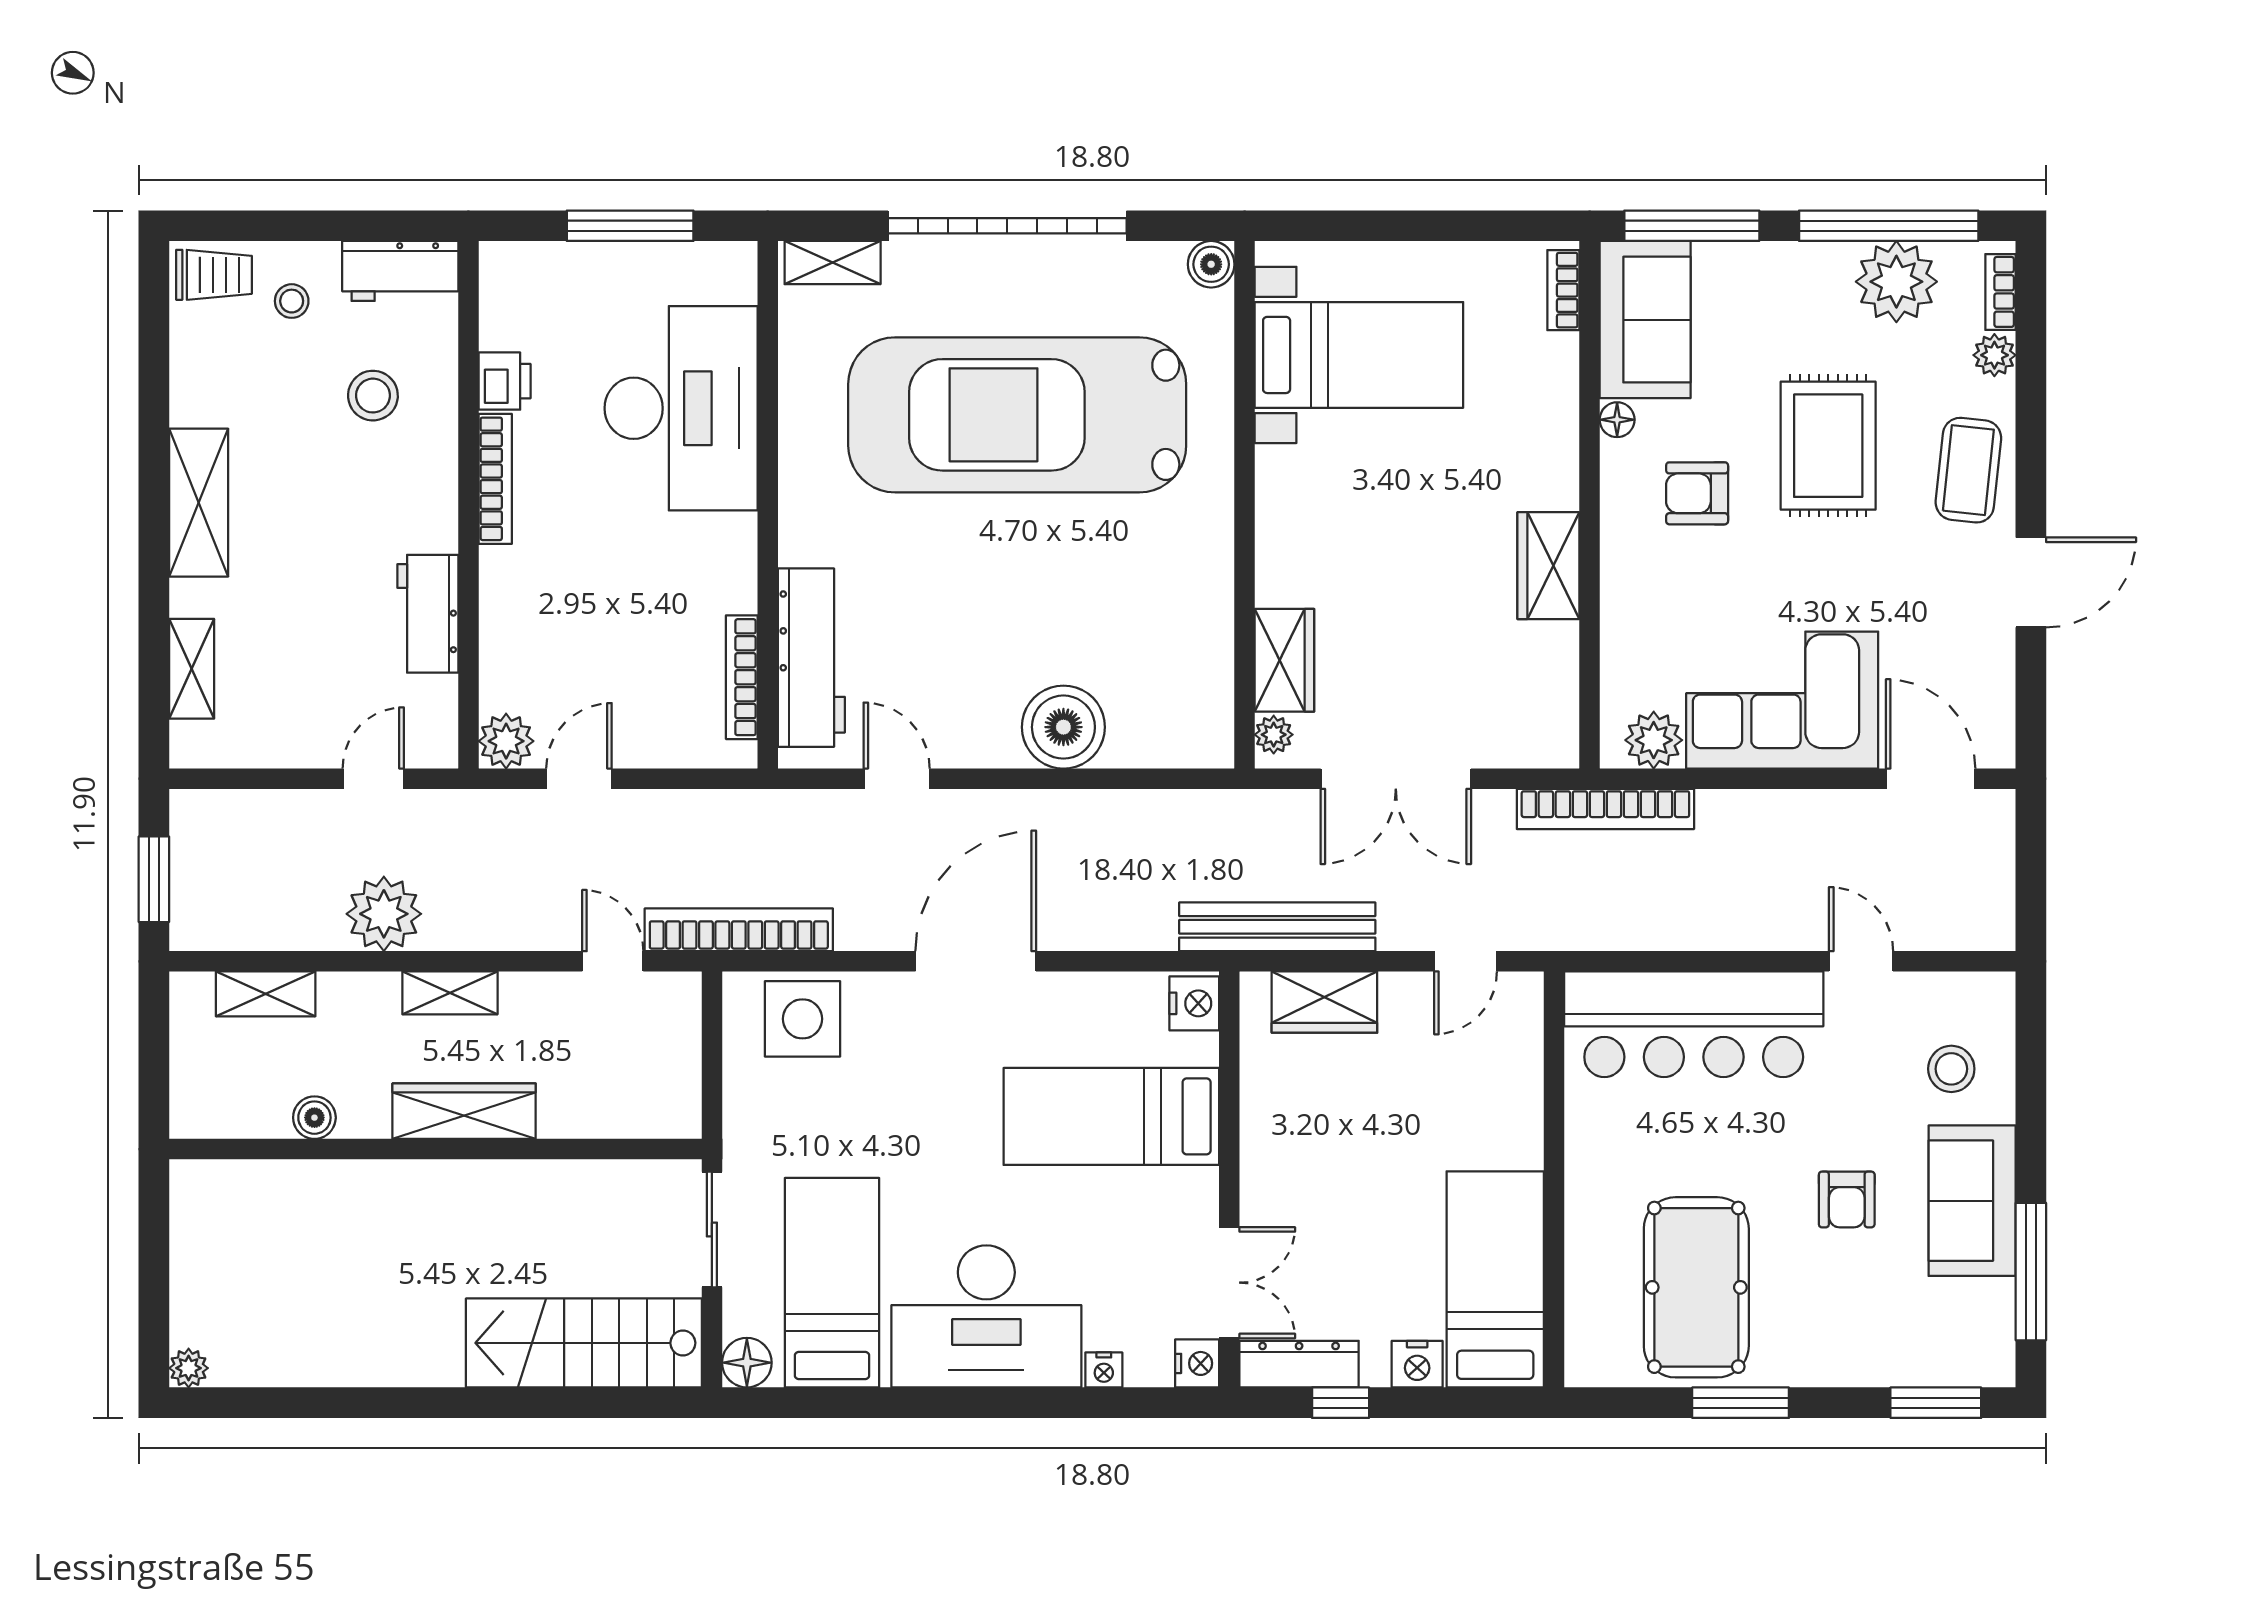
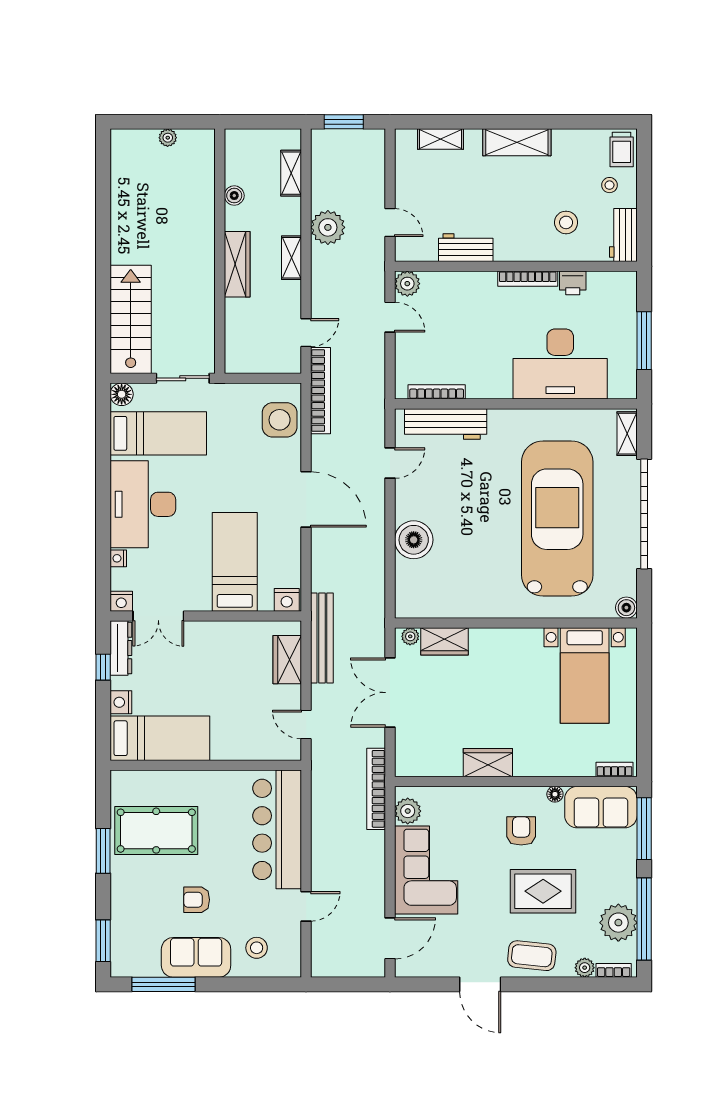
plant: (189, 1368) -> (168, 138), moved

